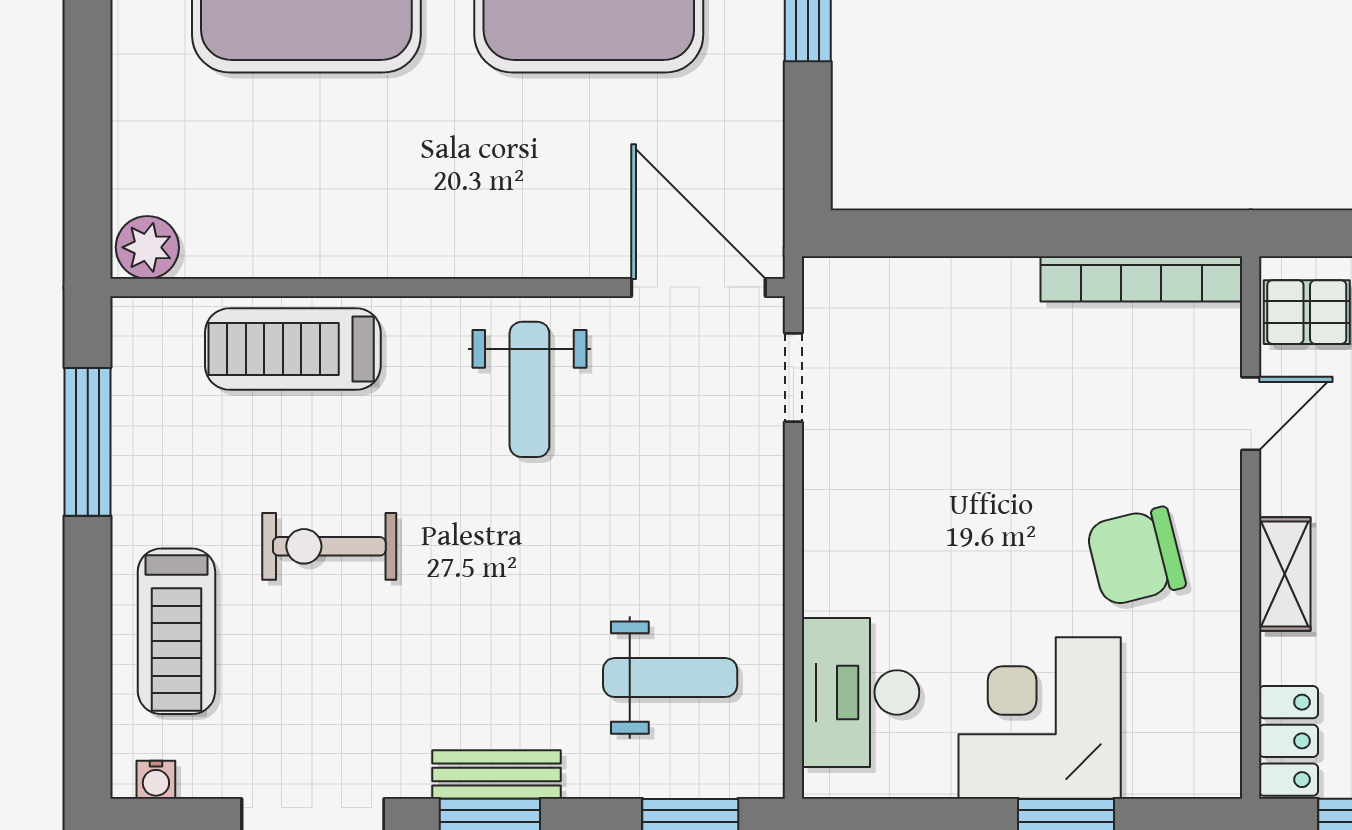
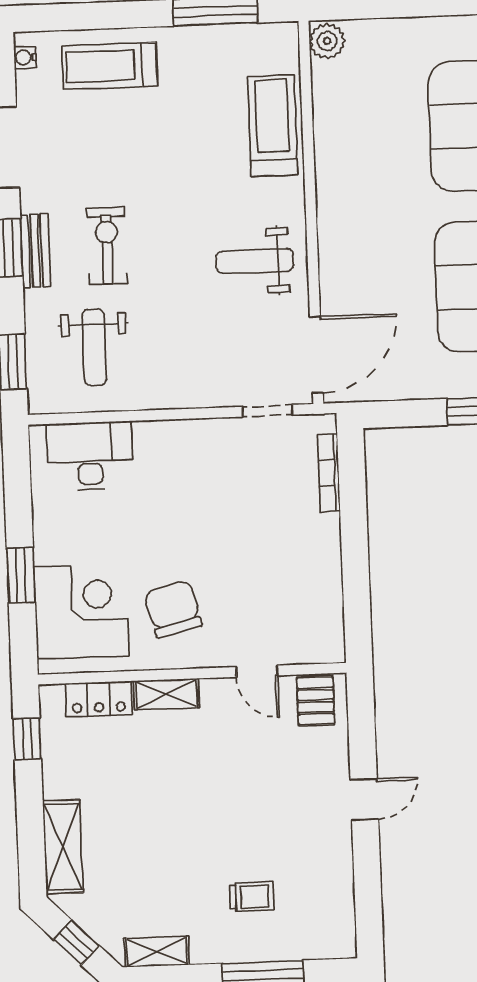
bookcase: (1141, 279) -> (329, 473), moved, width x0.68, depth x0.76
exercise bike: (329, 546) -> (107, 246), moved
corner desk: (1040, 718) -> (81, 611), moved
locker: (1288, 741) -> (99, 699), moved

